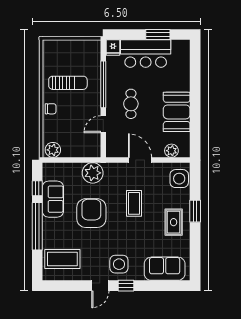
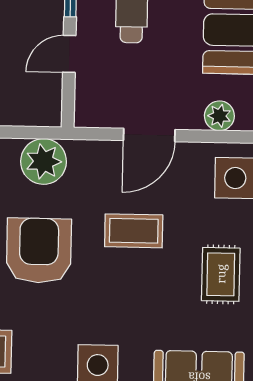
door: (140, 160) -> (149, 135), swing flipped
coffee table: (134, 203) -> (134, 231), turned 90

